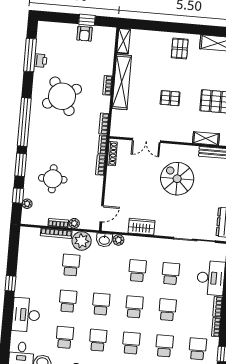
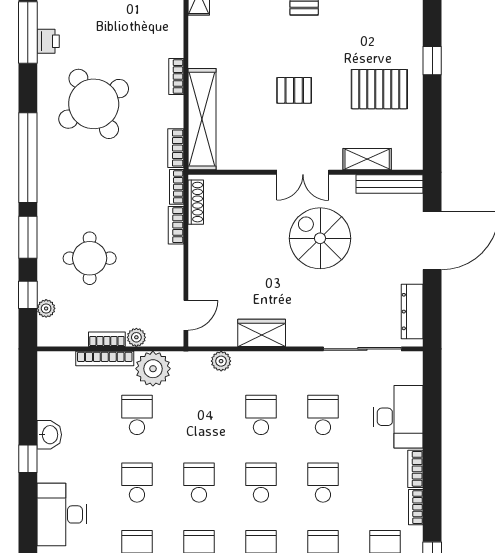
shelving: (122, 82) -> (202, 119), moved
double door: (146, 140) -> (303, 172), moved
washbasin: (104, 240) -> (49, 435), moved, turned -90

